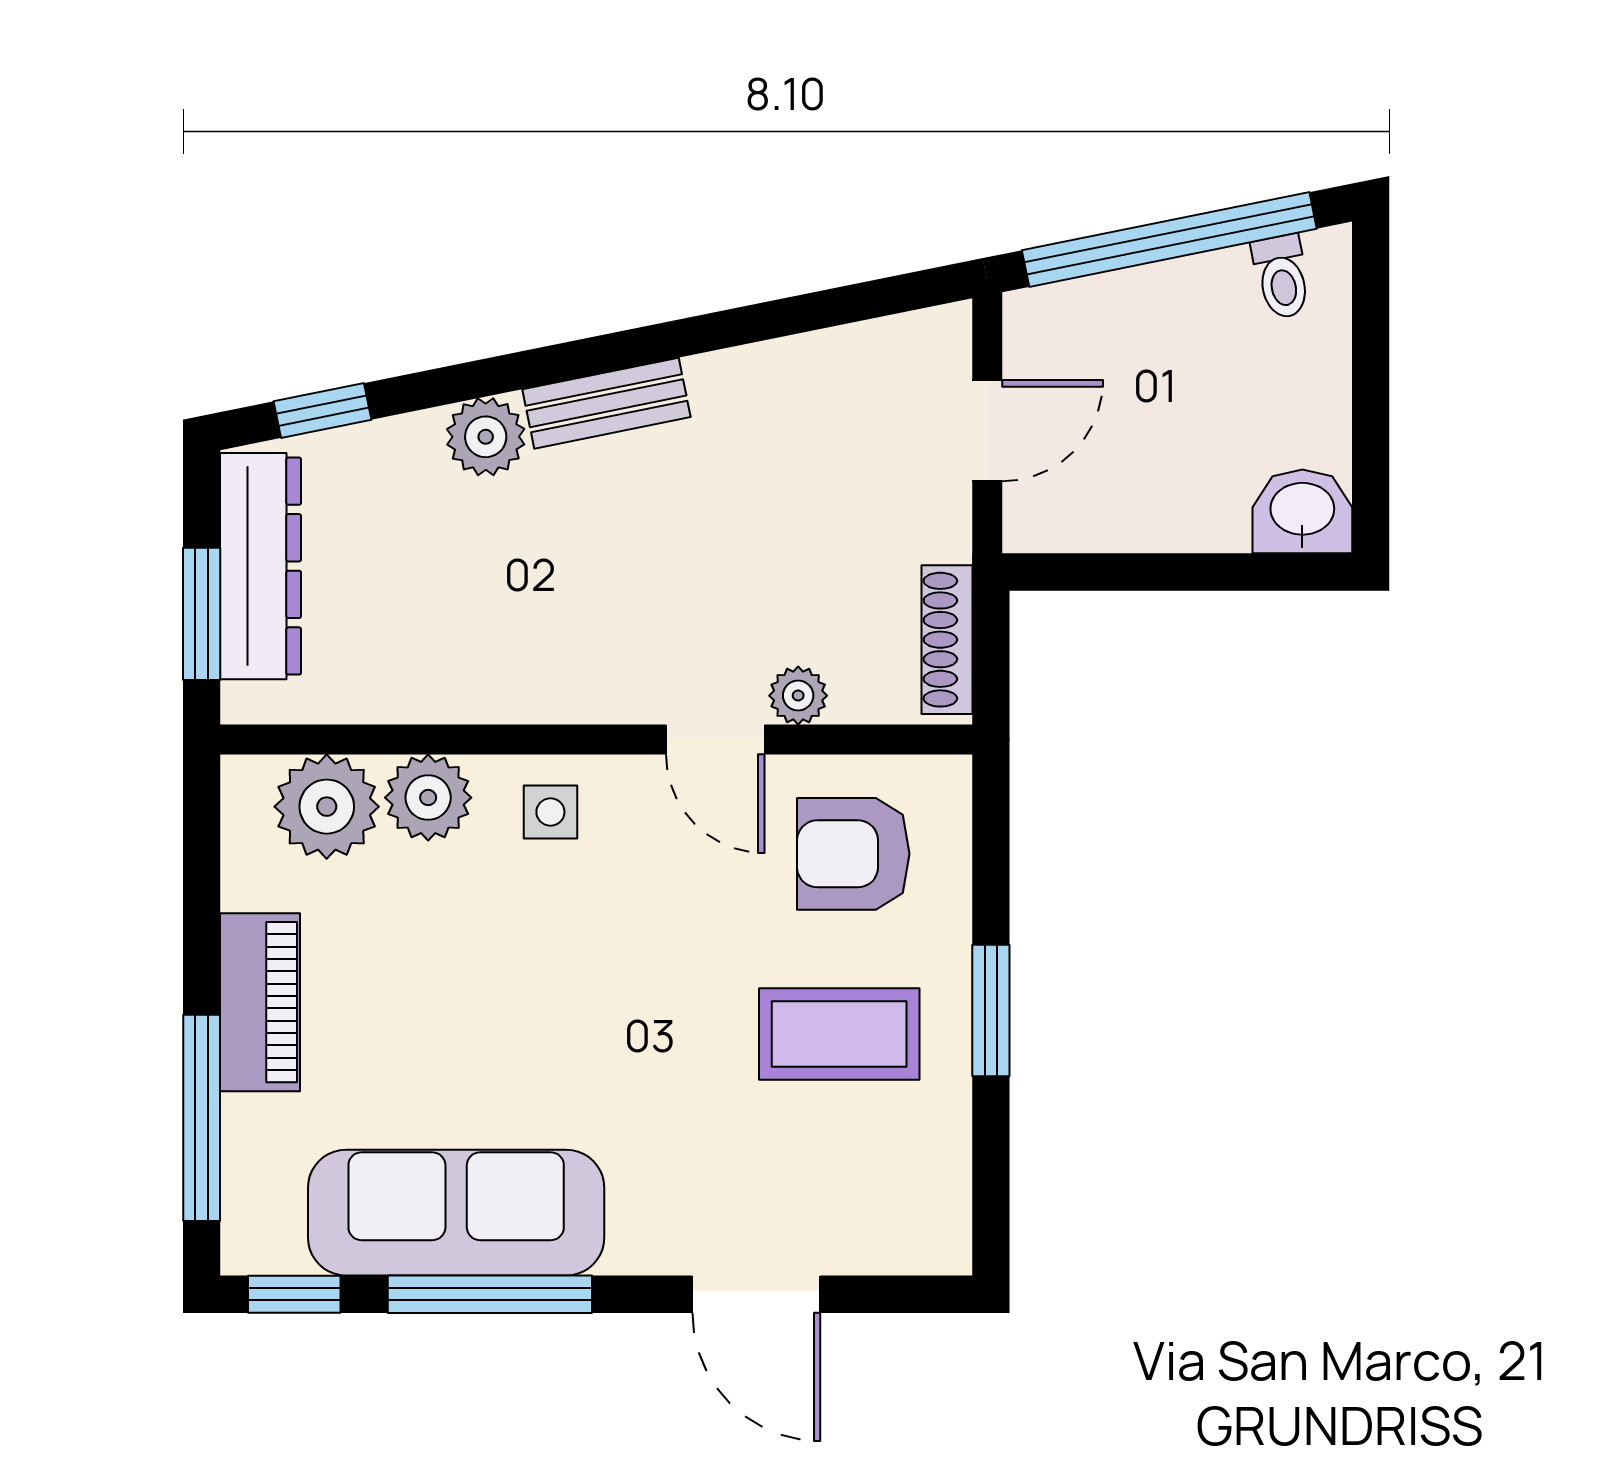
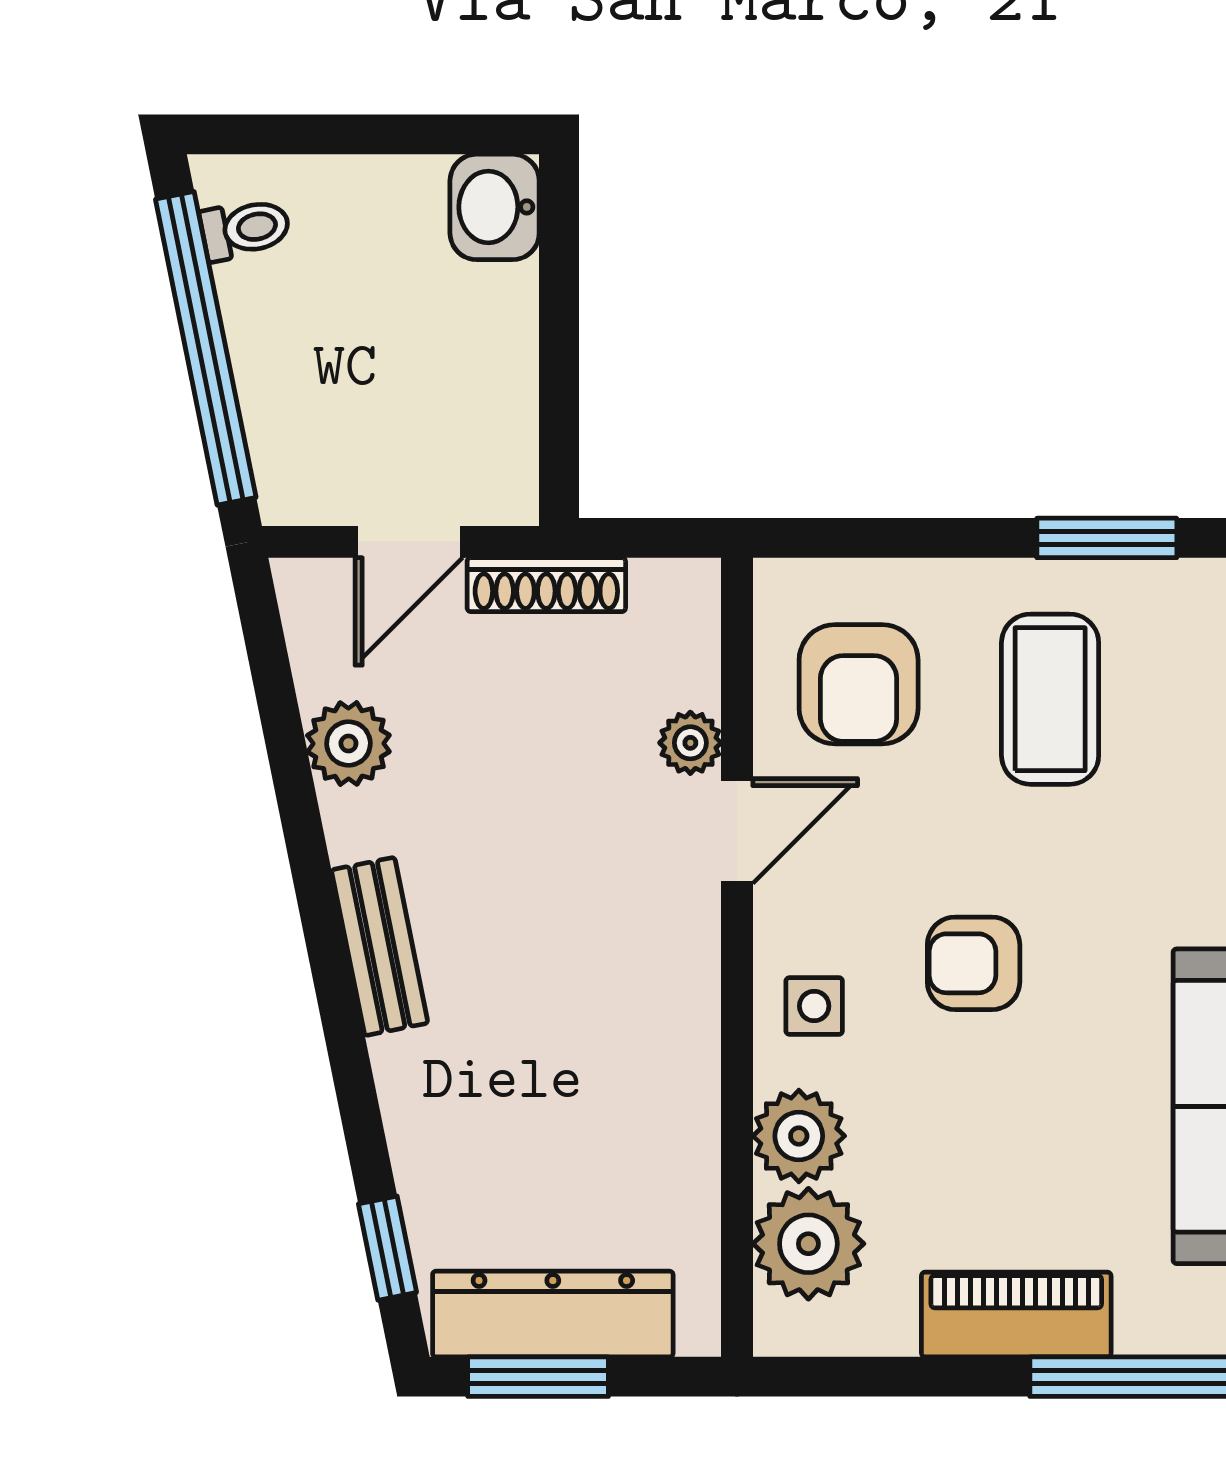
door: (987, 431) -> (409, 542), swing flipped
plant: (486, 437) -> (348, 744), moved
window: (202, 614) -> (538, 1377), moved
shoe rack: (947, 640) -> (546, 585), moved
armchair: (591, 962) -> (974, 963), added
window: (991, 1010) -> (1107, 538), moved

